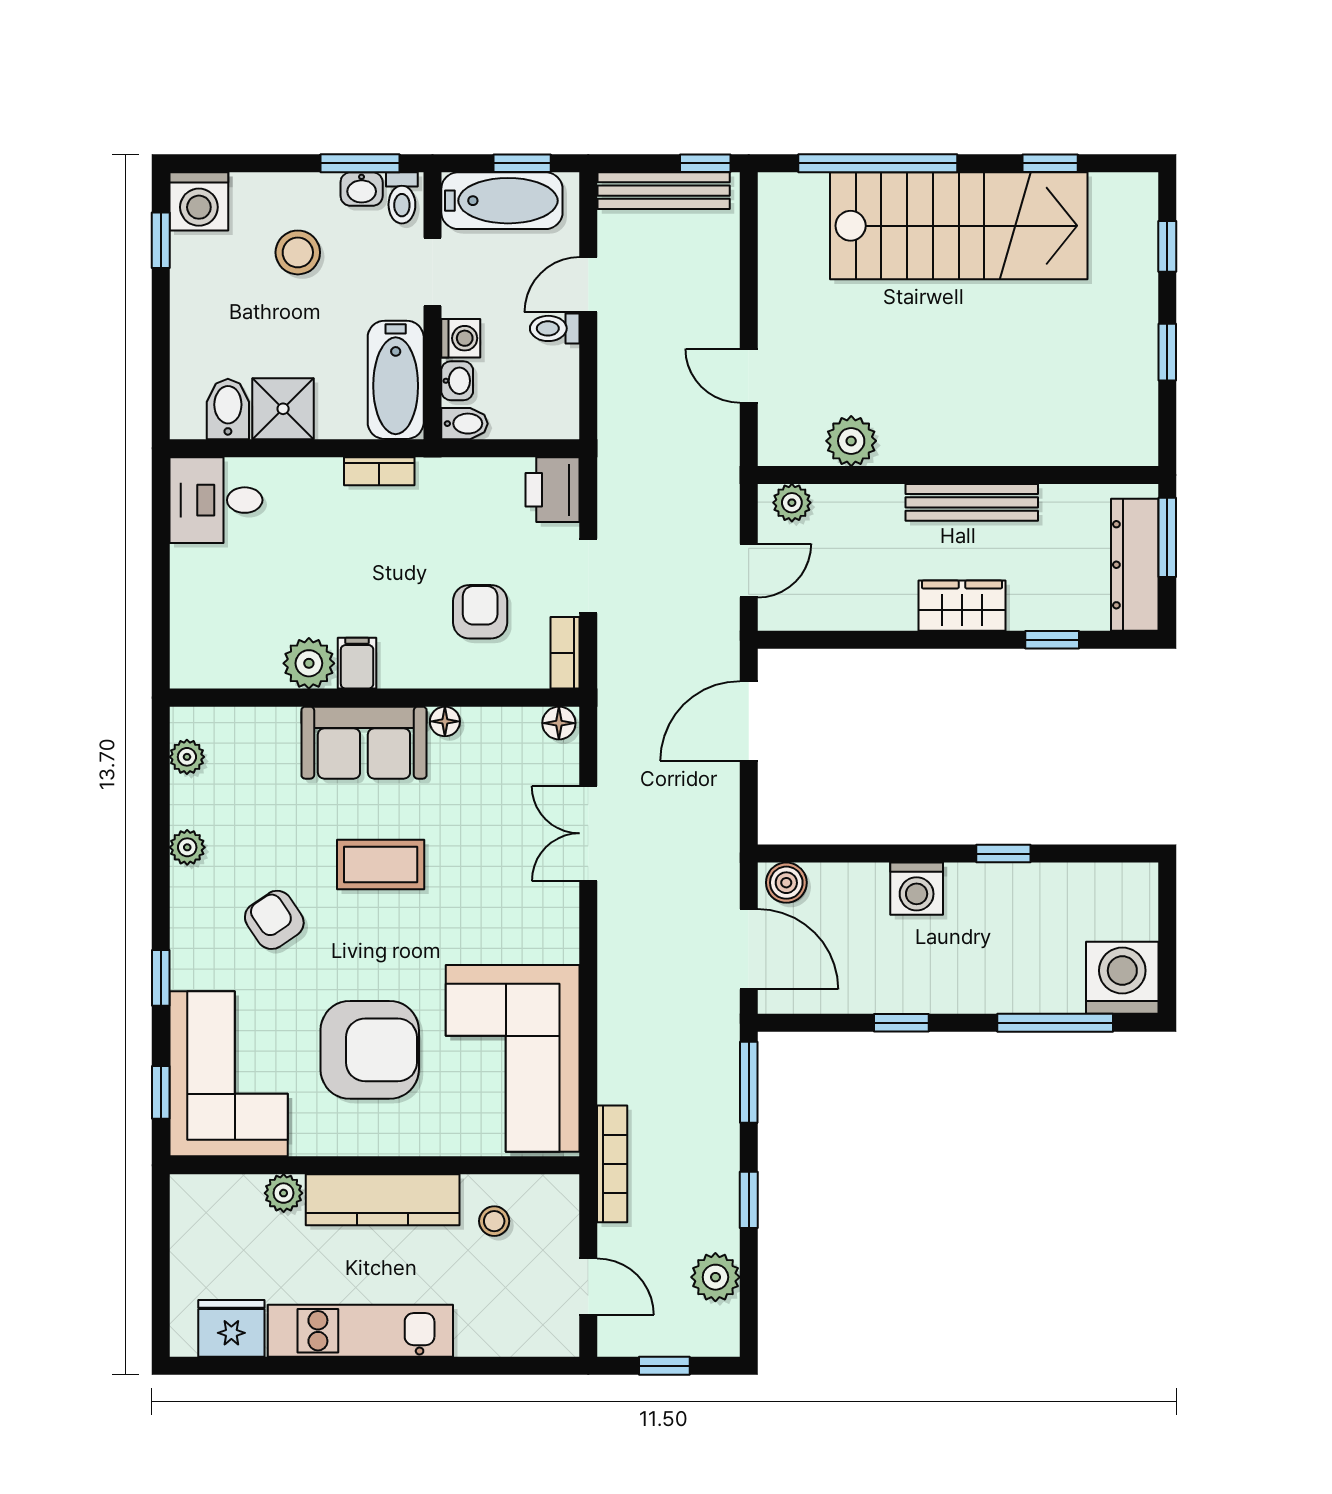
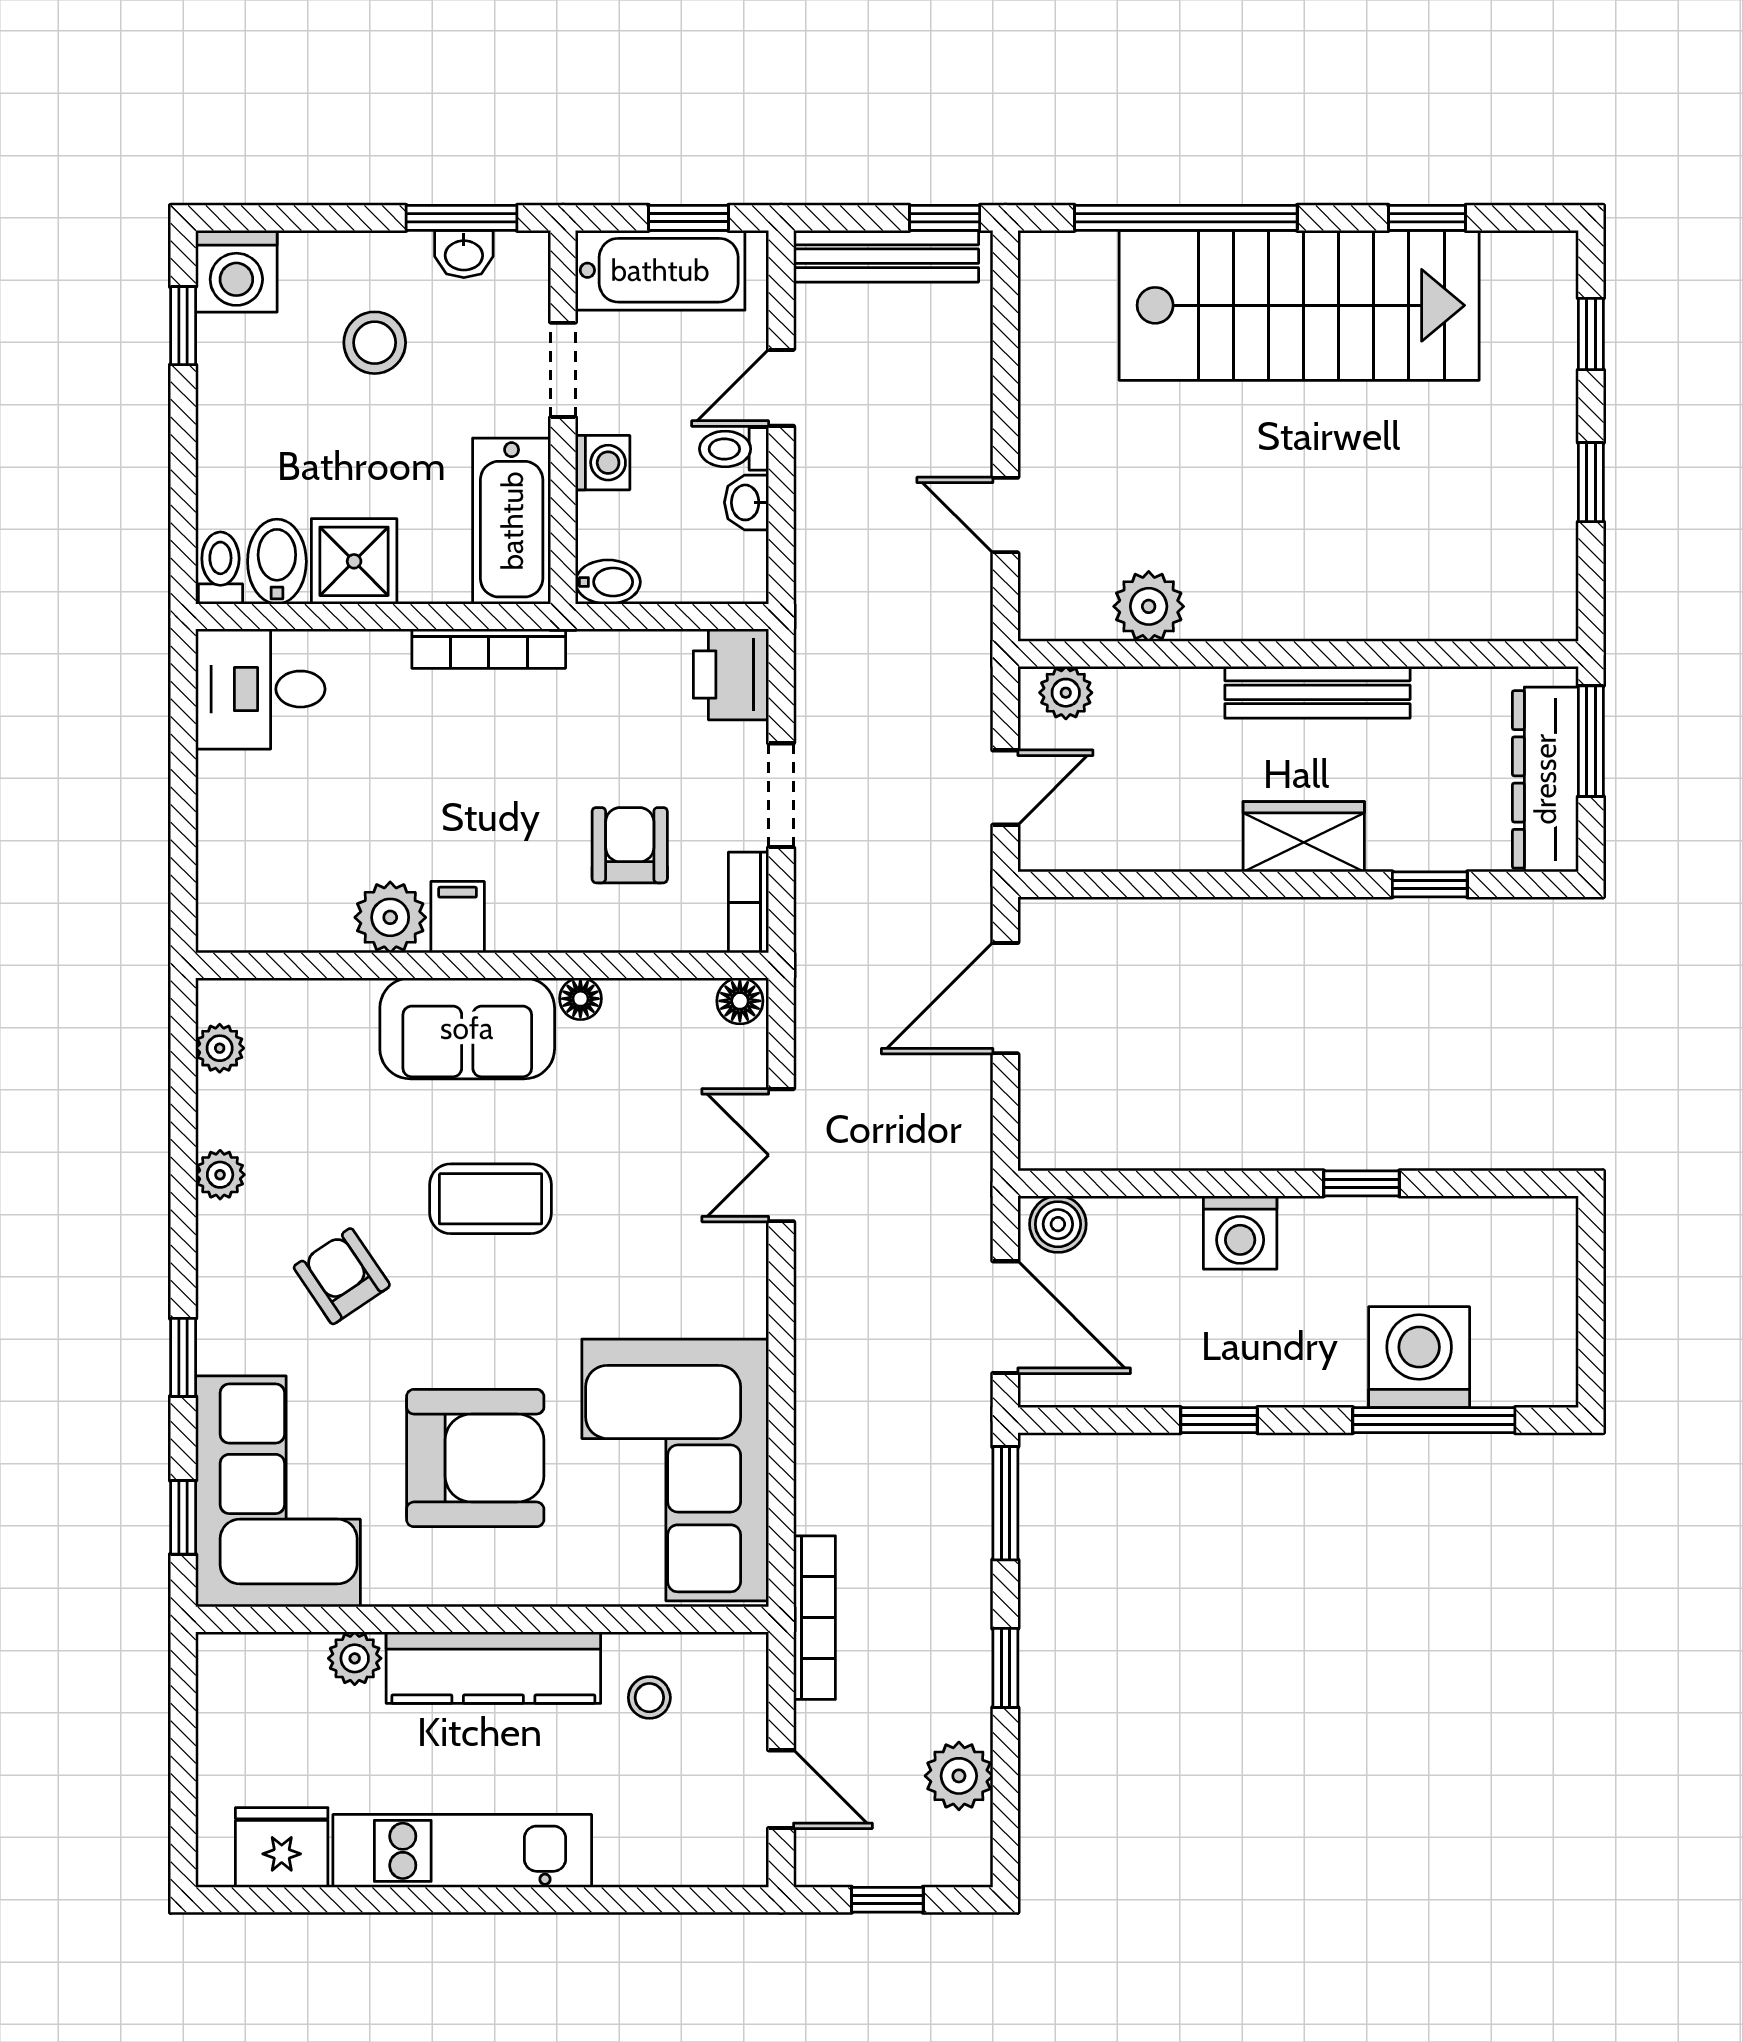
toilet: (402, 198) -> (220, 568), moved, turned 180
washbasin: (457, 381) -> (746, 502), moved, turned 180
bookcase: (379, 471) -> (489, 649), width x1.56
washing machine: (1122, 978) -> (1419, 1357), moved

